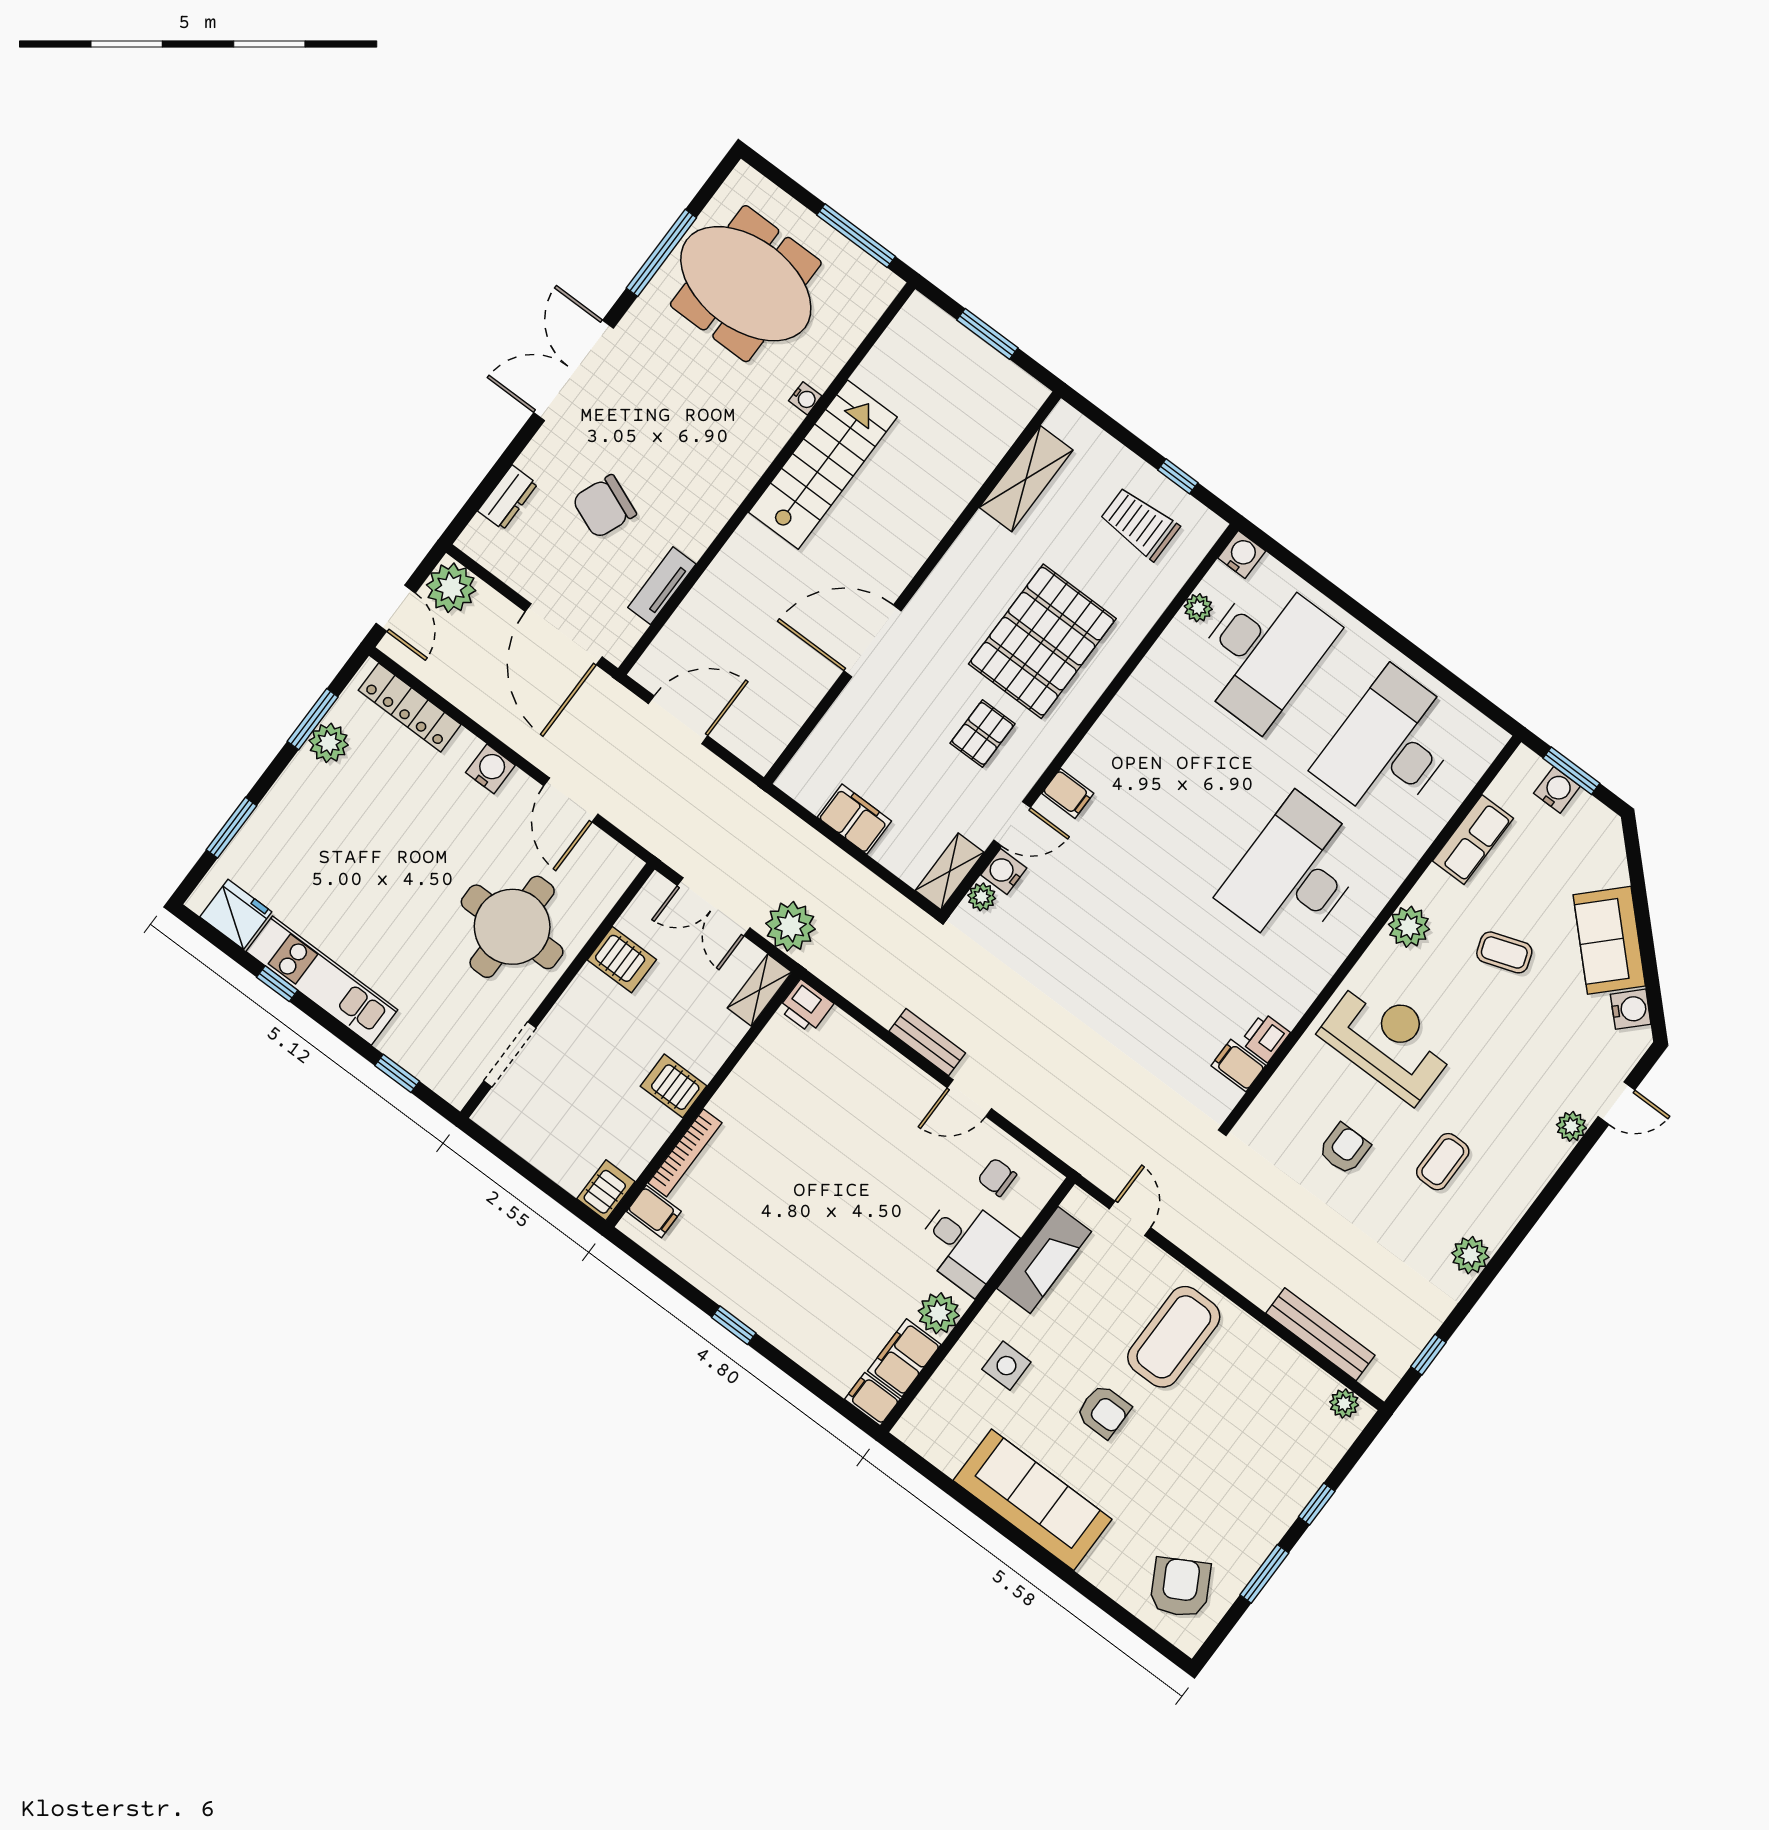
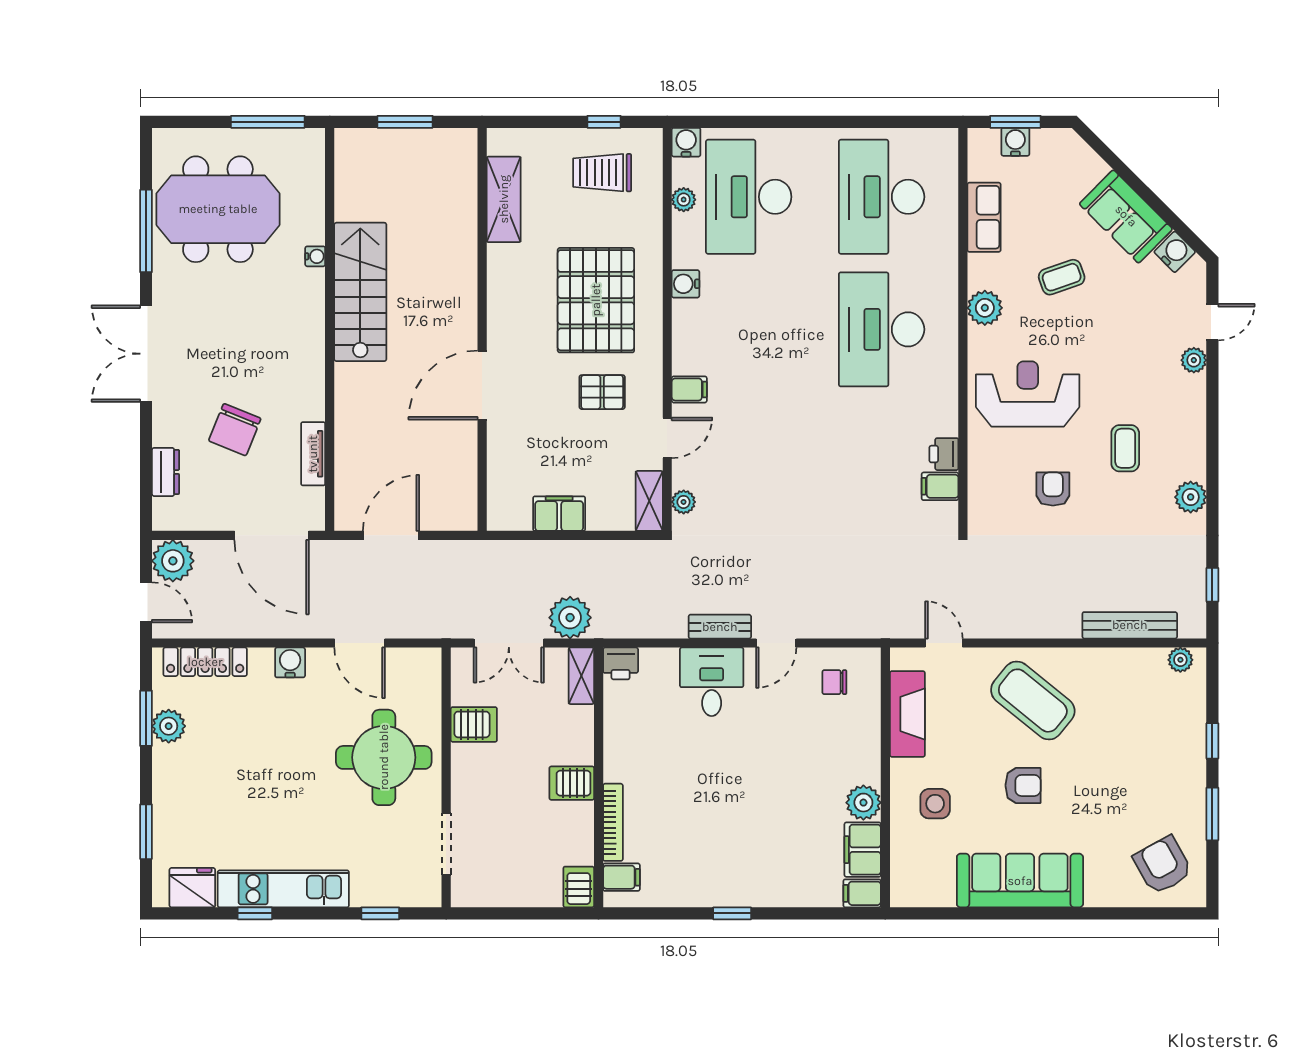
desk: (1262, 652) -> (749, 197), turned 180
pallet: (982, 733) -> (602, 392), turned 90
water cooler: (1004, 872) -> (686, 284), moved
desk: (965, 1244) -> (712, 682), moved, turned -90
coffee table: (1174, 1337) -> (1033, 701), turned -51

